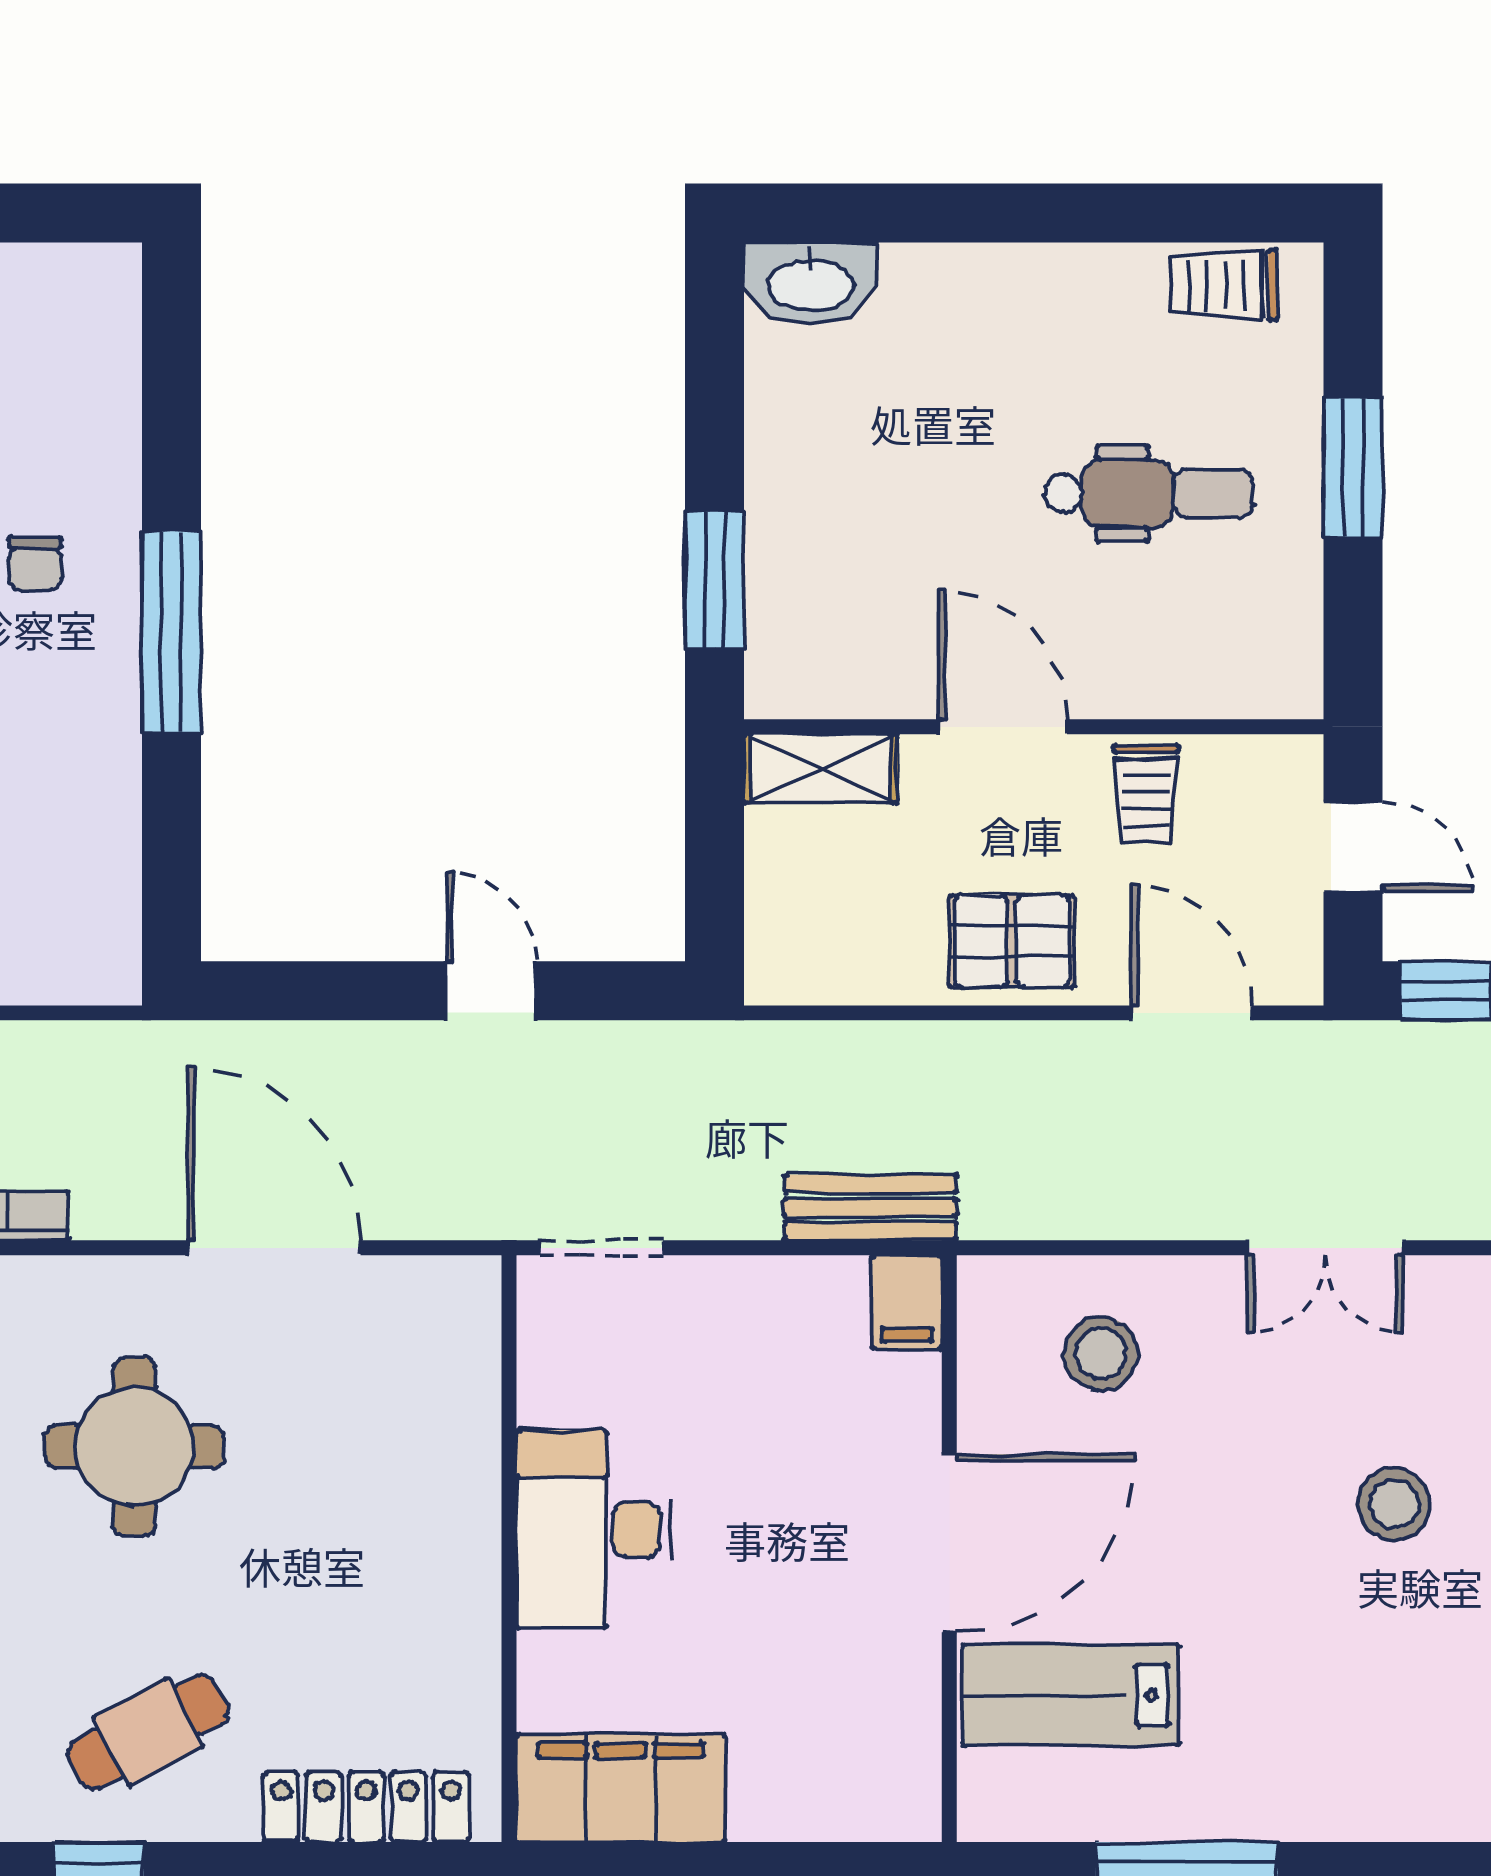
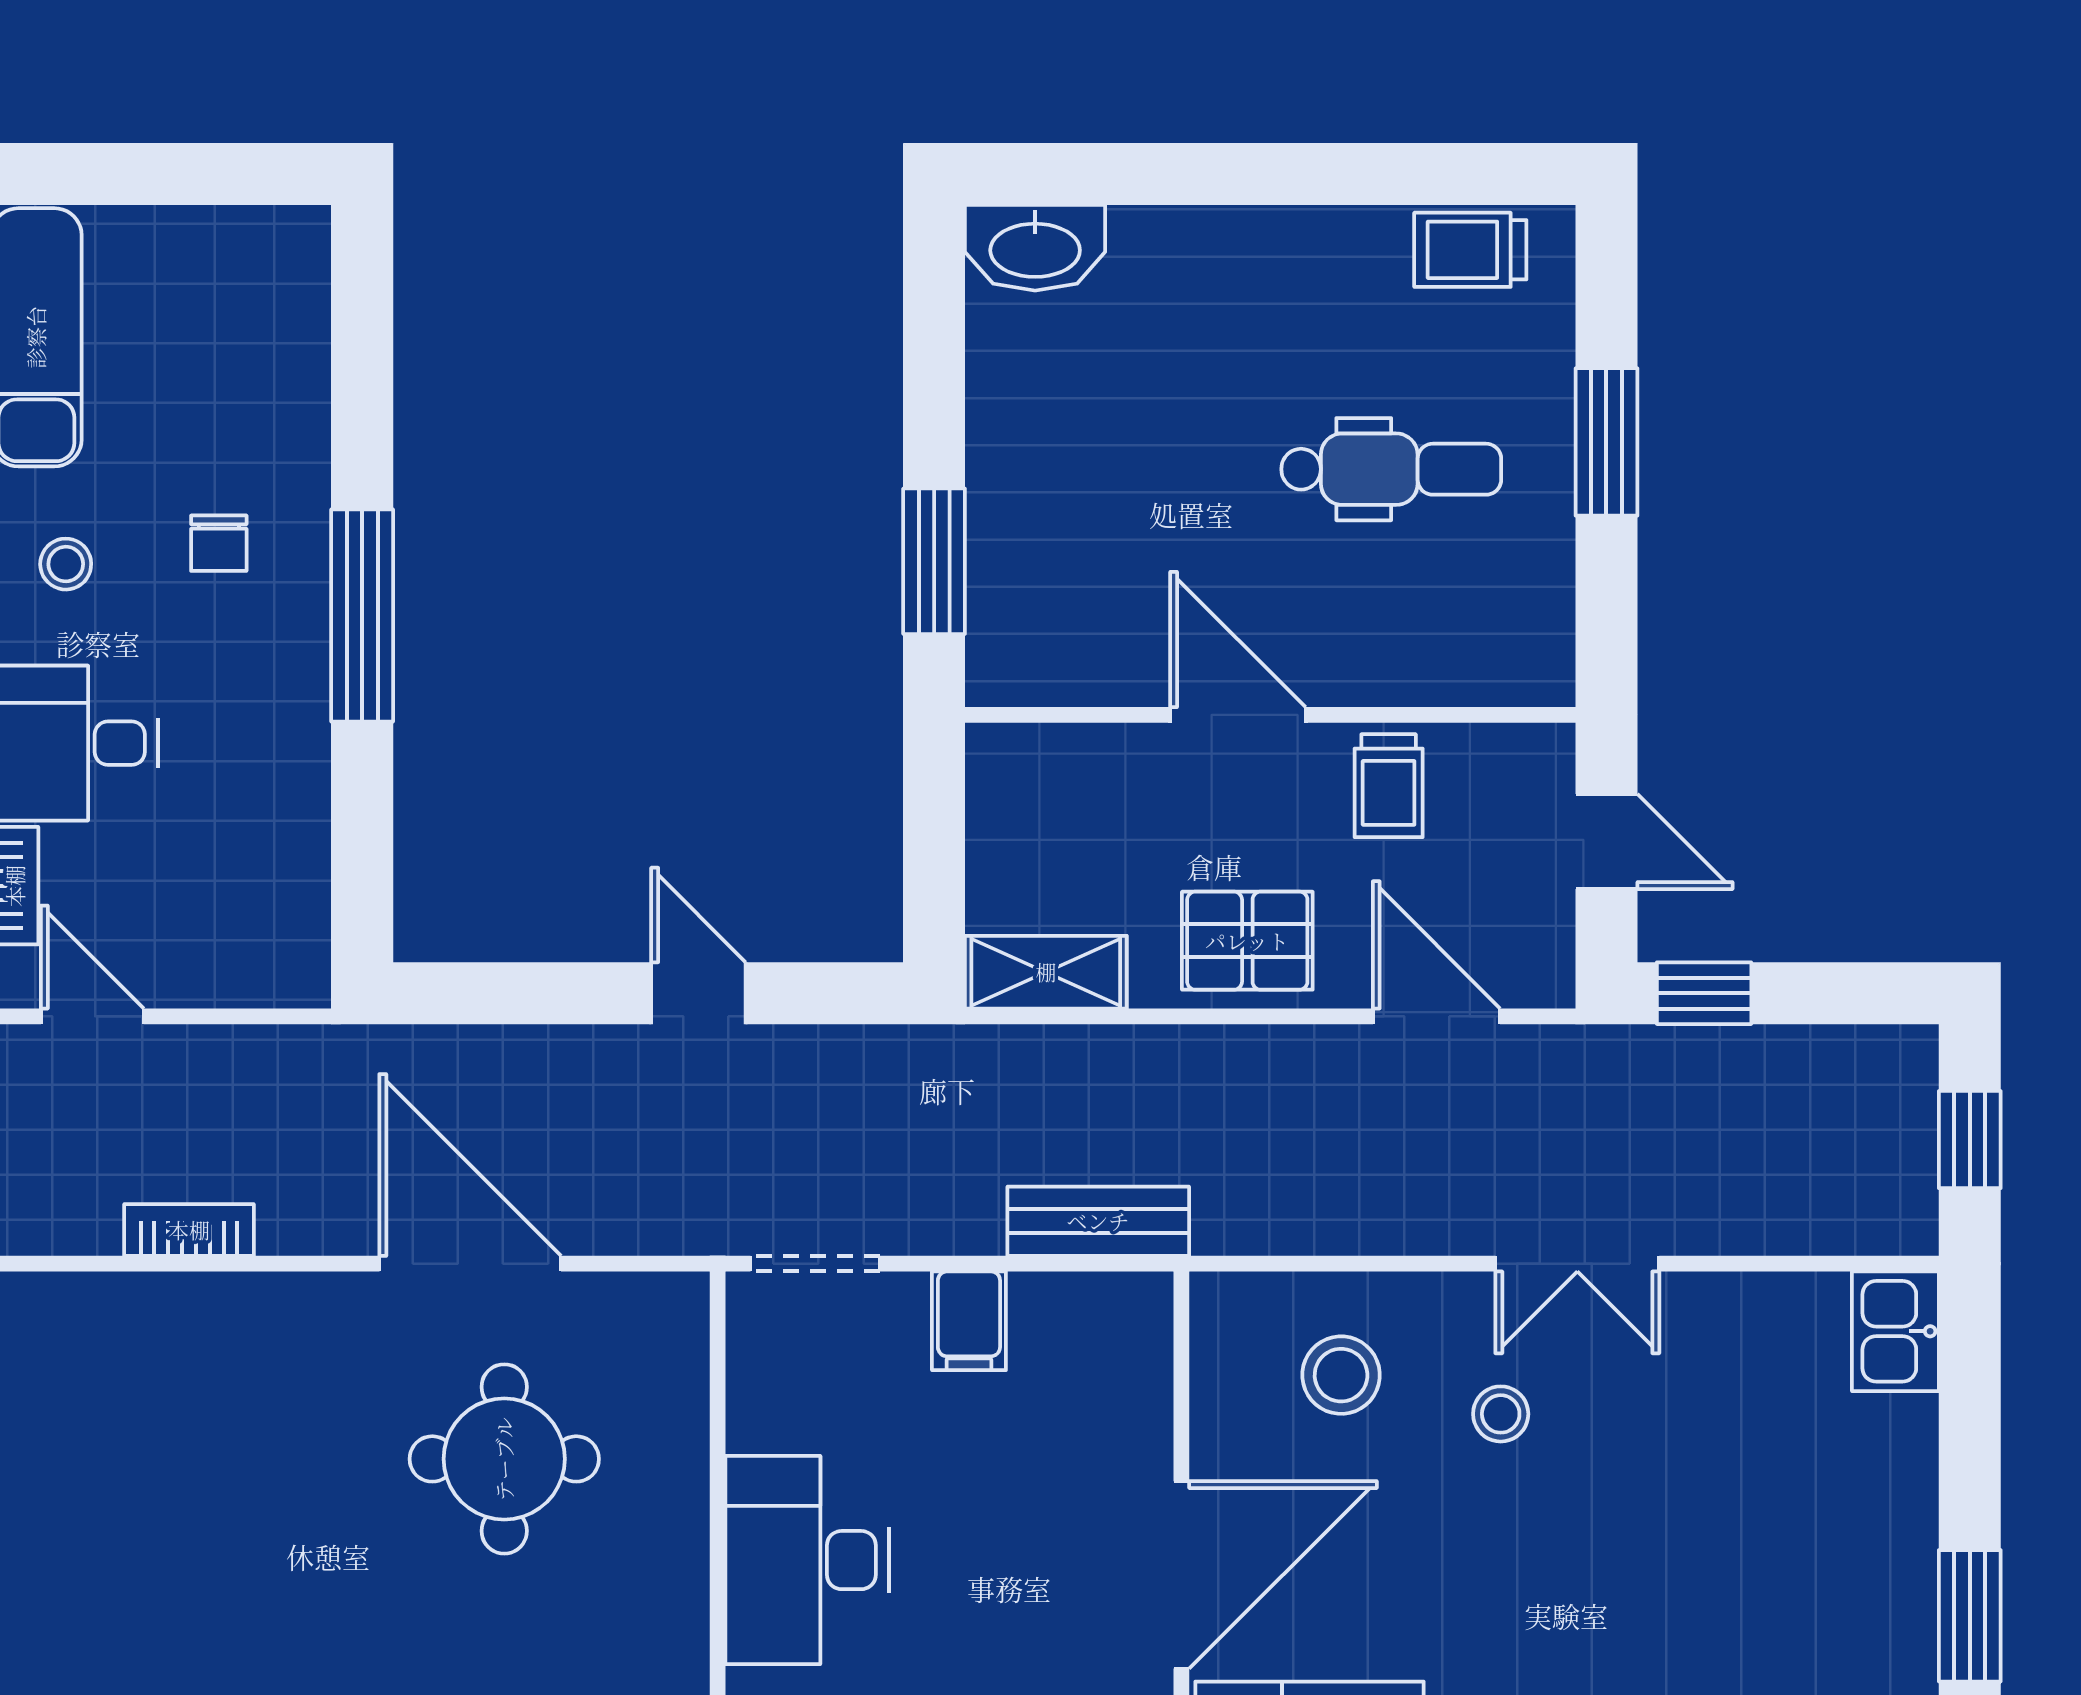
shelving: (821, 769) -> (1046, 972), moved
filing cabinet: (907, 1302) -> (969, 1321), moved
round table: (134, 1447) -> (504, 1459), moved
stool: (1394, 1504) -> (1501, 1414), moved, width x0.73, depth x0.73

